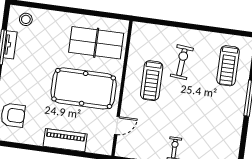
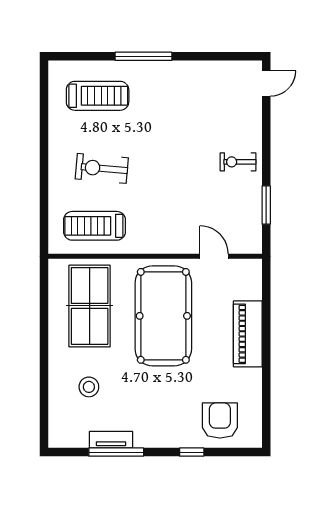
stool: (26, 19) -> (89, 387), moved
treadmill: (152, 81) -> (95, 226), moved, turned 180

